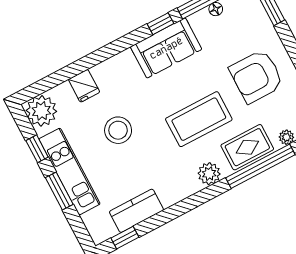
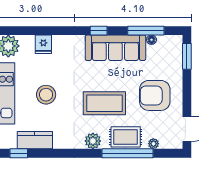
window: (160, 24) -> (99, 31), moved
sofa: (166, 48) -> (115, 48), width x1.36
stool: (118, 130) -> (46, 95), moved

